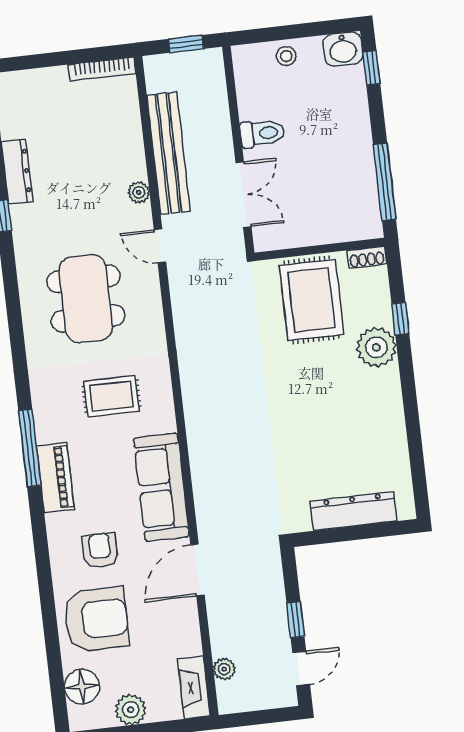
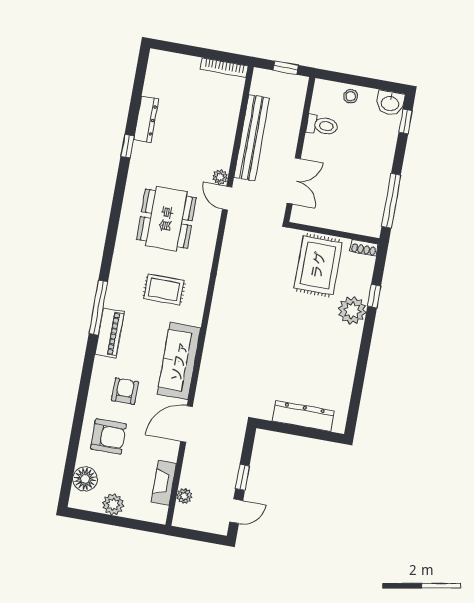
toilet: (262, 133) -> (322, 125), moved
plant: (139, 192) -> (220, 177), moved
armchair: (96, 619) -> (108, 437), width x0.73, depth x0.73
fireplace: (194, 687) -> (164, 483), moved

